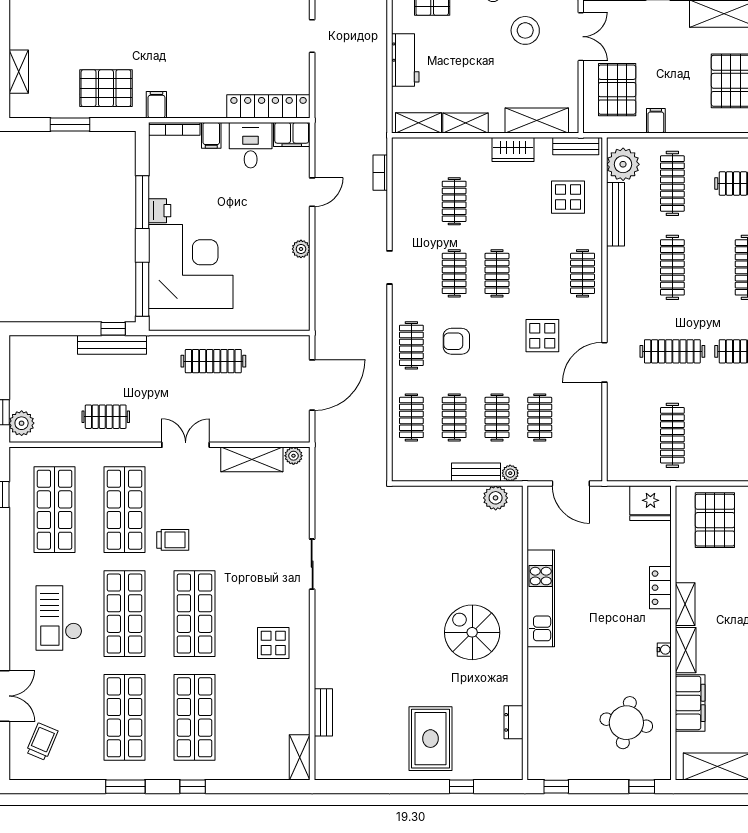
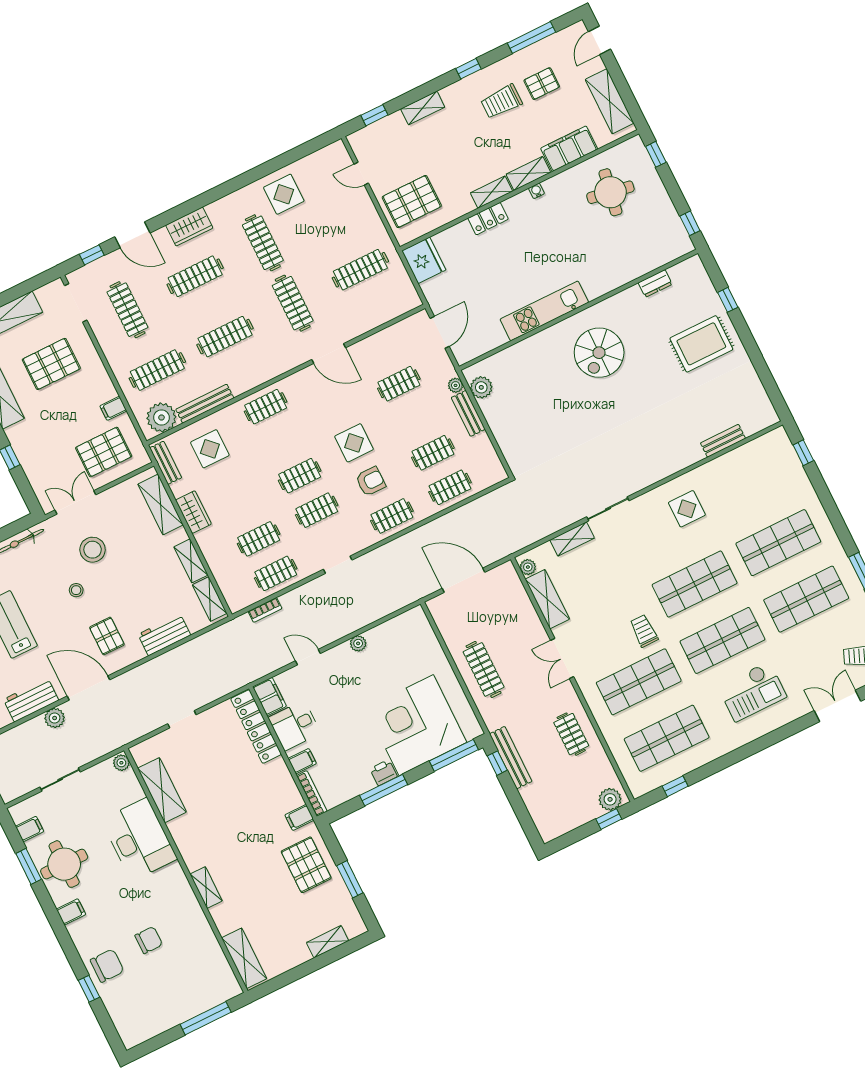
display table: (542, 336) -> (354, 443), moved
armchair: (456, 341) -> (371, 481), turned -90
clothes rail: (497, 417) -> (276, 573), moved
shelving: (300, 757) -> (572, 539), moved
window: (193, 787) -> (803, 453), moved

